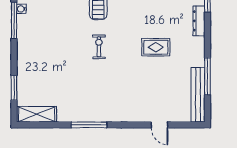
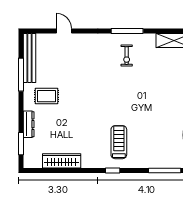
exercise bike: (99, 47) -> (127, 56), moved
rug: (156, 47) -> (46, 96), moved

